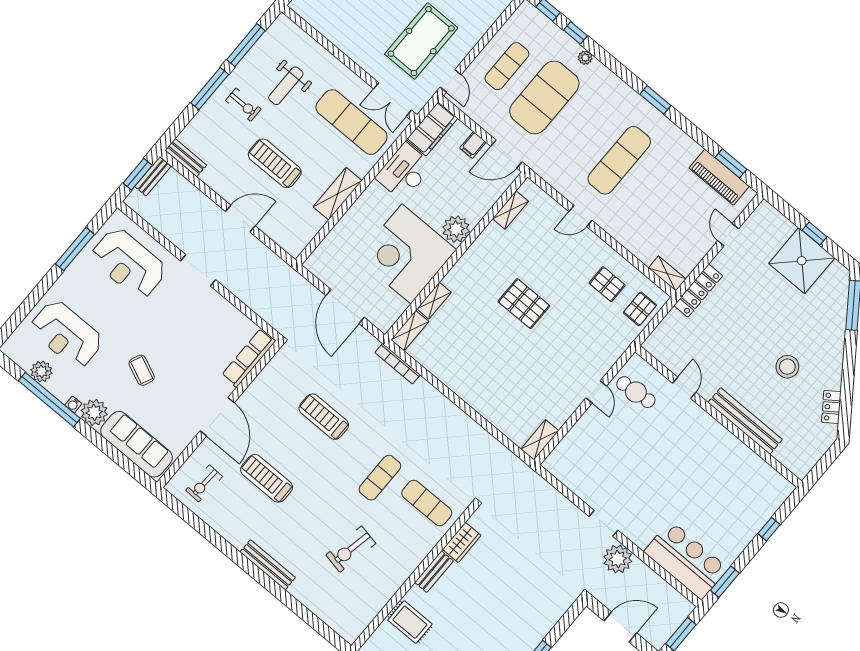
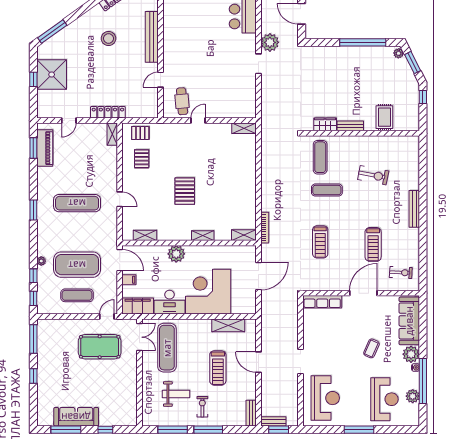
shelving: (338, 194) -> (228, 325), moved
window: (75, 249) -> (359, 430), moved
corner desk: (406, 254) -> (208, 292), moved, turned 180
shelving: (434, 301) -> (203, 236), moved

